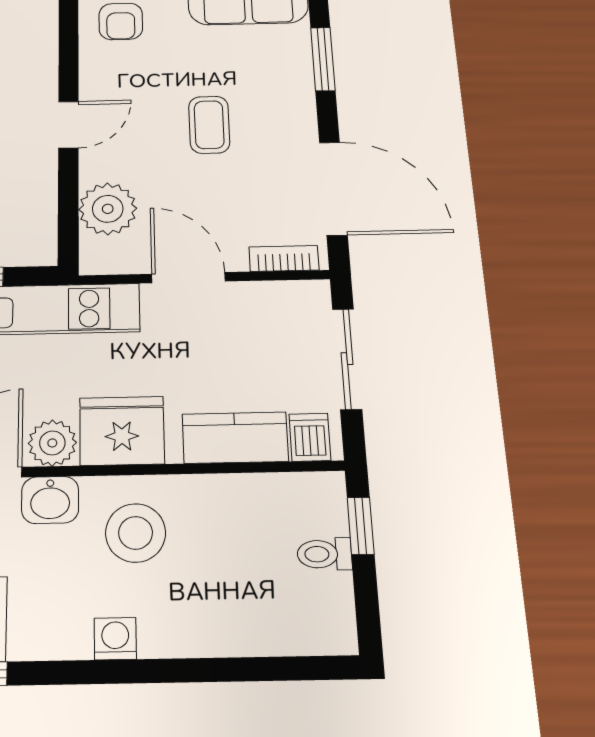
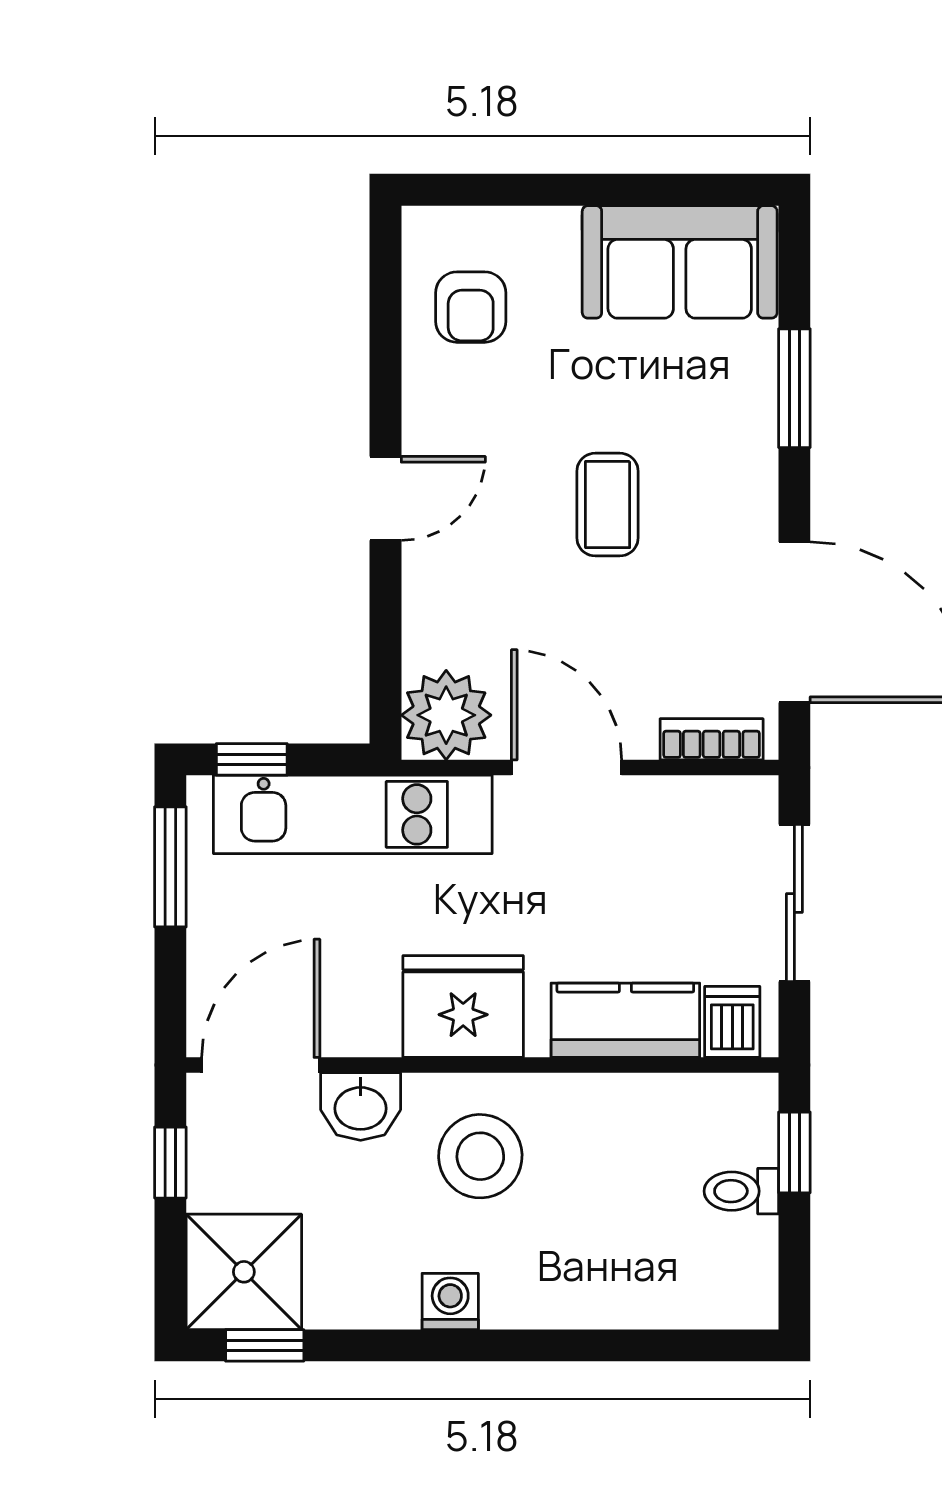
plant: (108, 209) -> (446, 715), moved
plant: (52, 443) -> (363, 1023), removed

